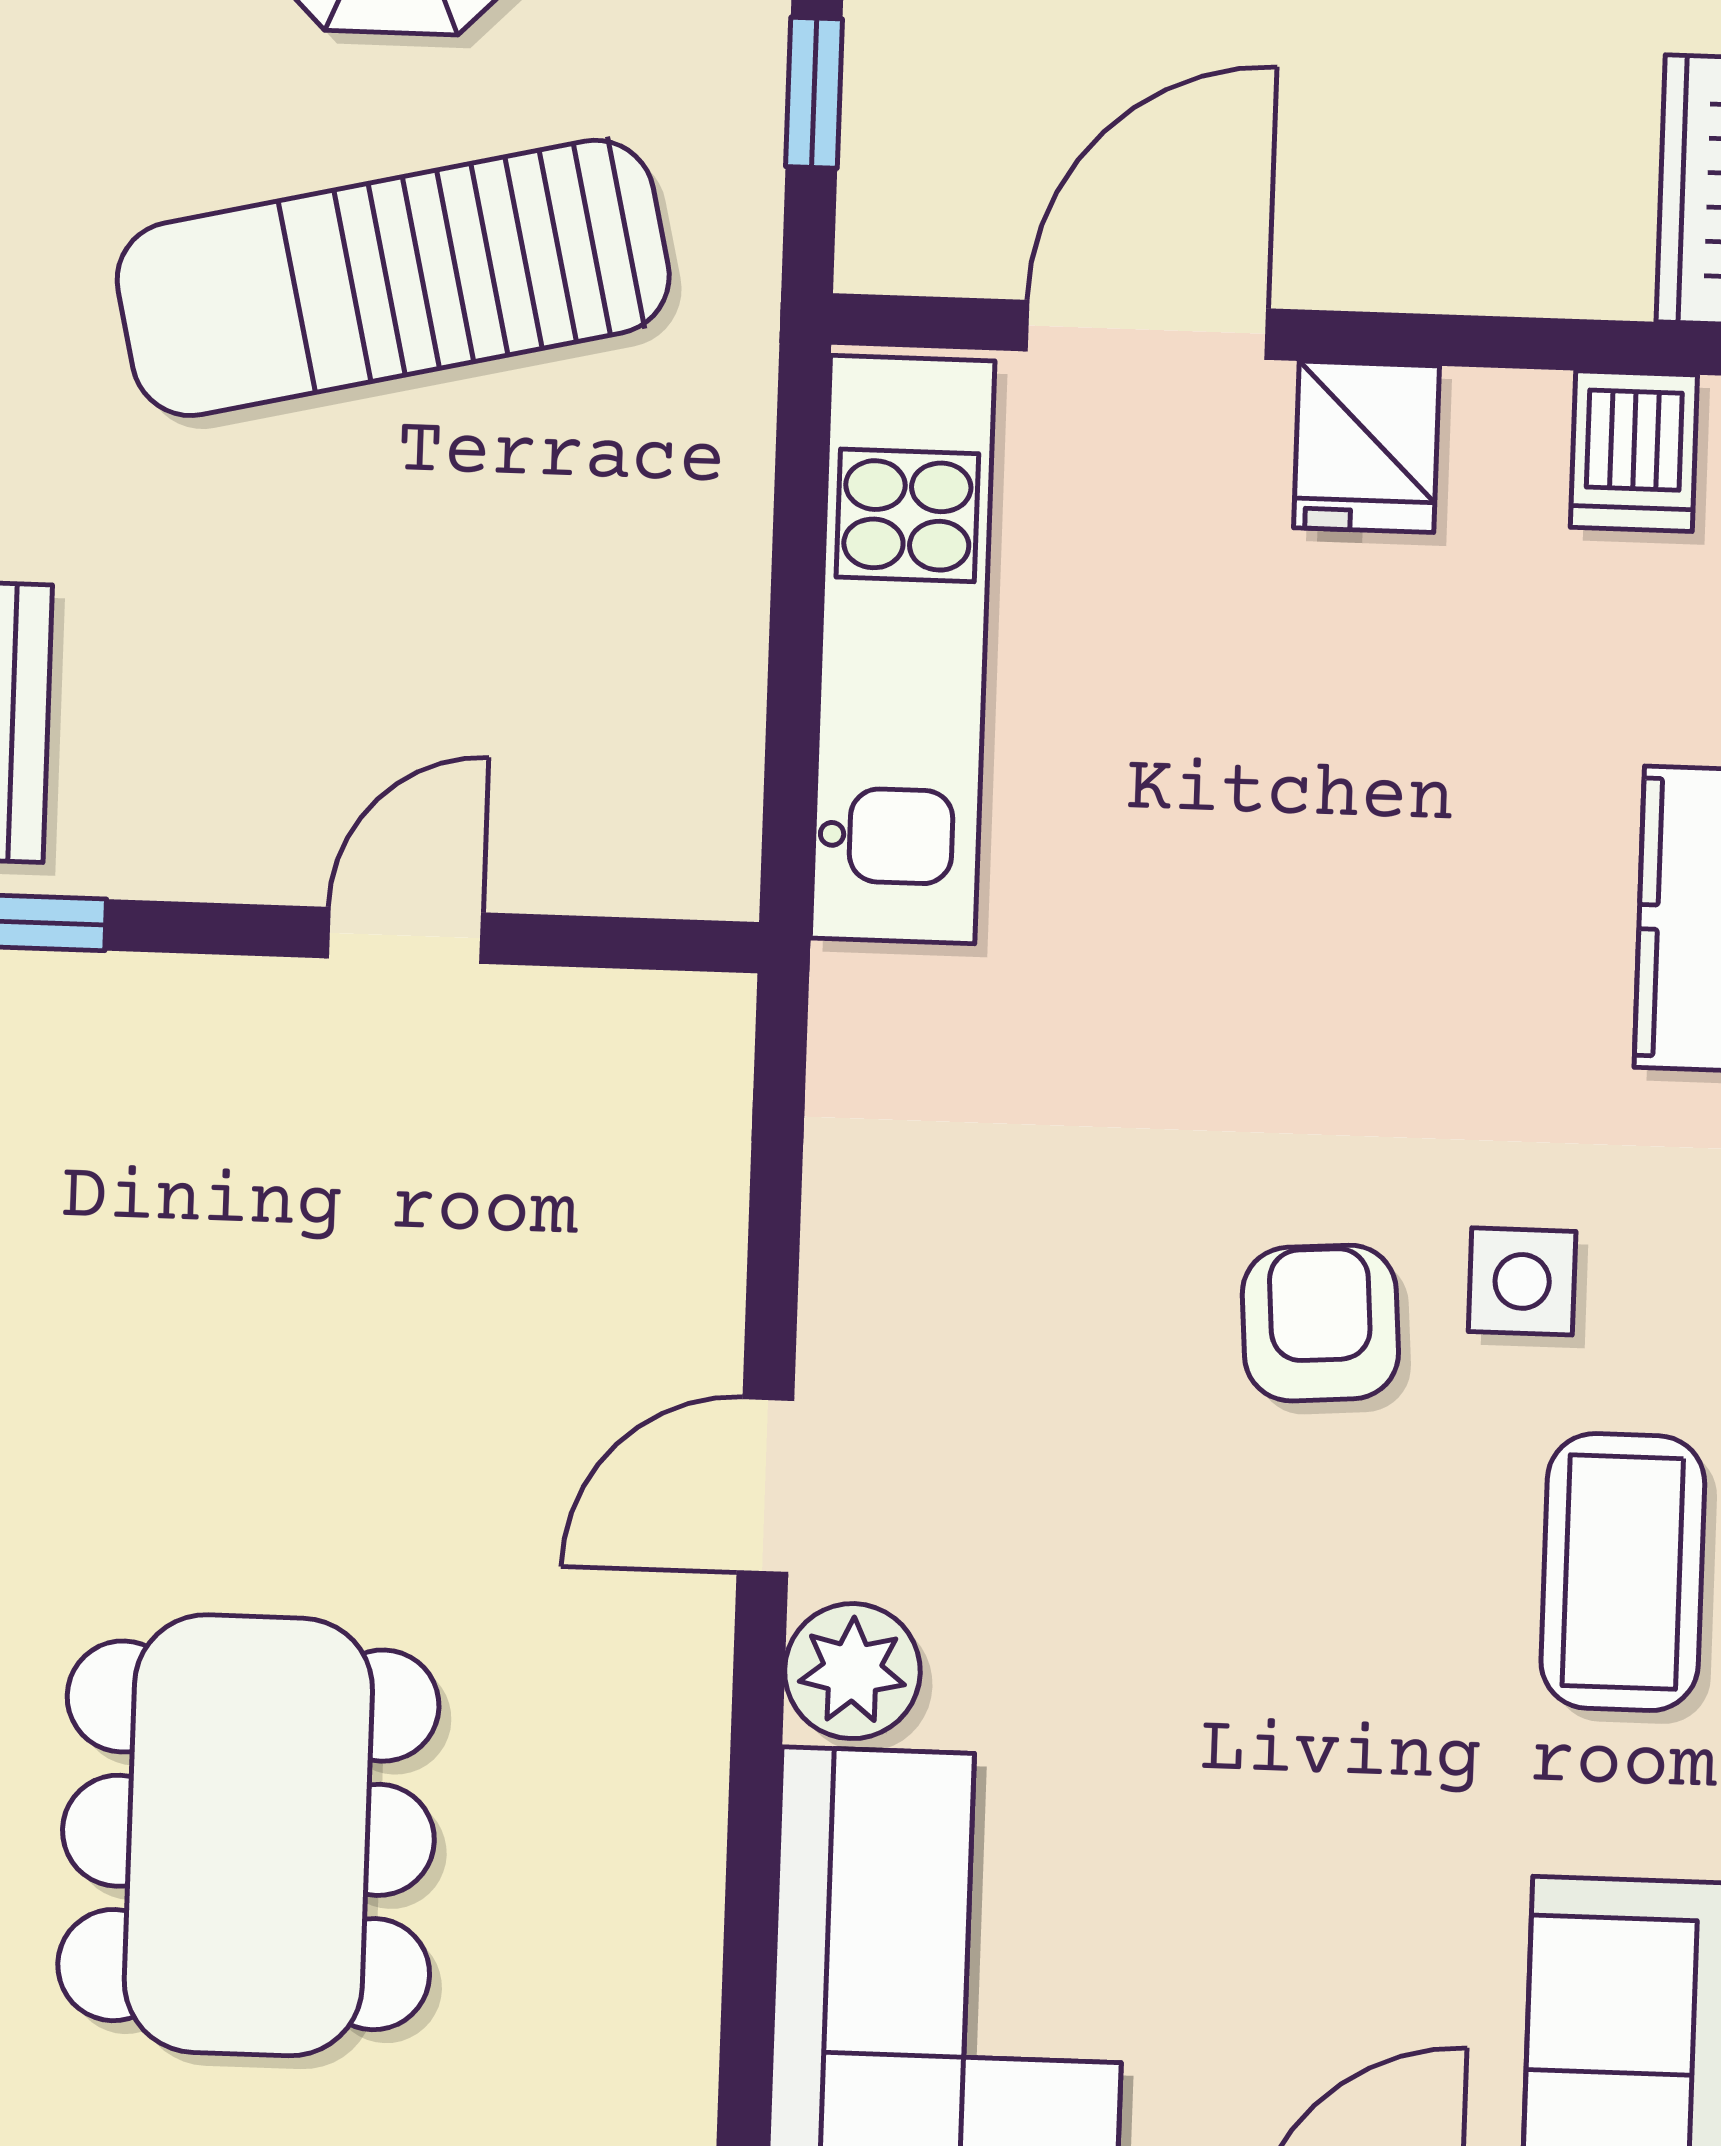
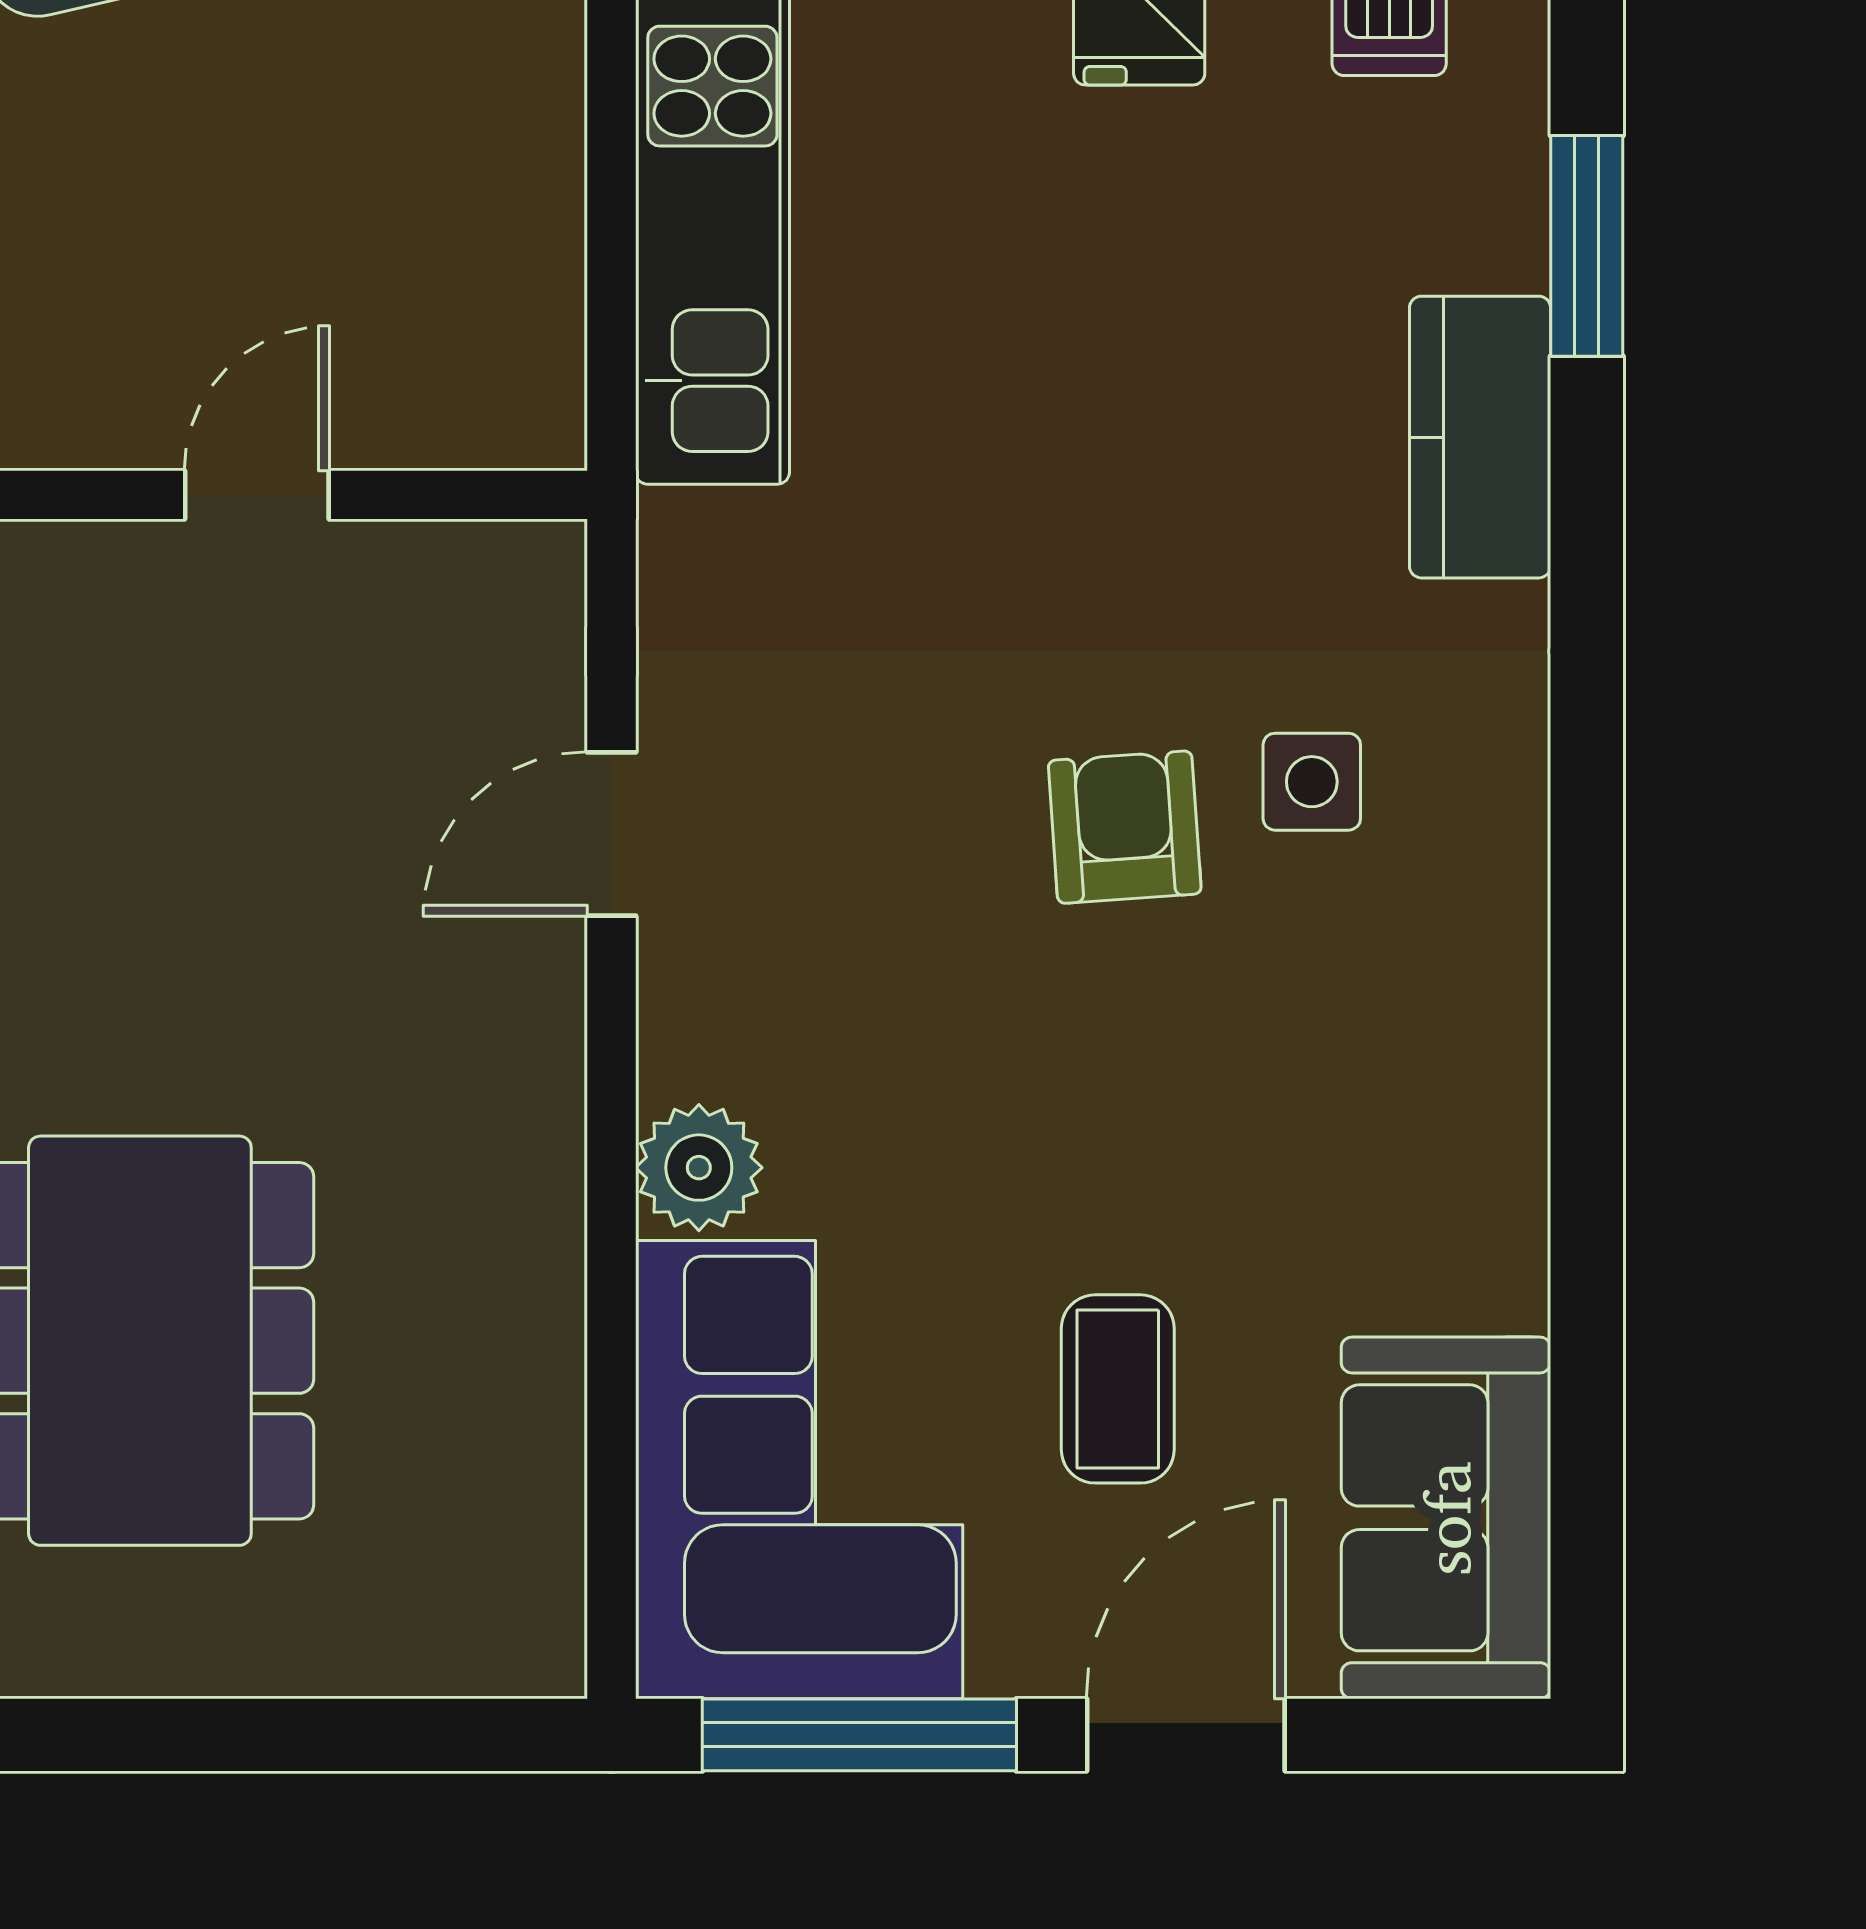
door: (765, 1486) -> (611, 834), moved
coffee table: (1623, 1572) -> (1118, 1389), moved, width x0.73, depth x0.77

